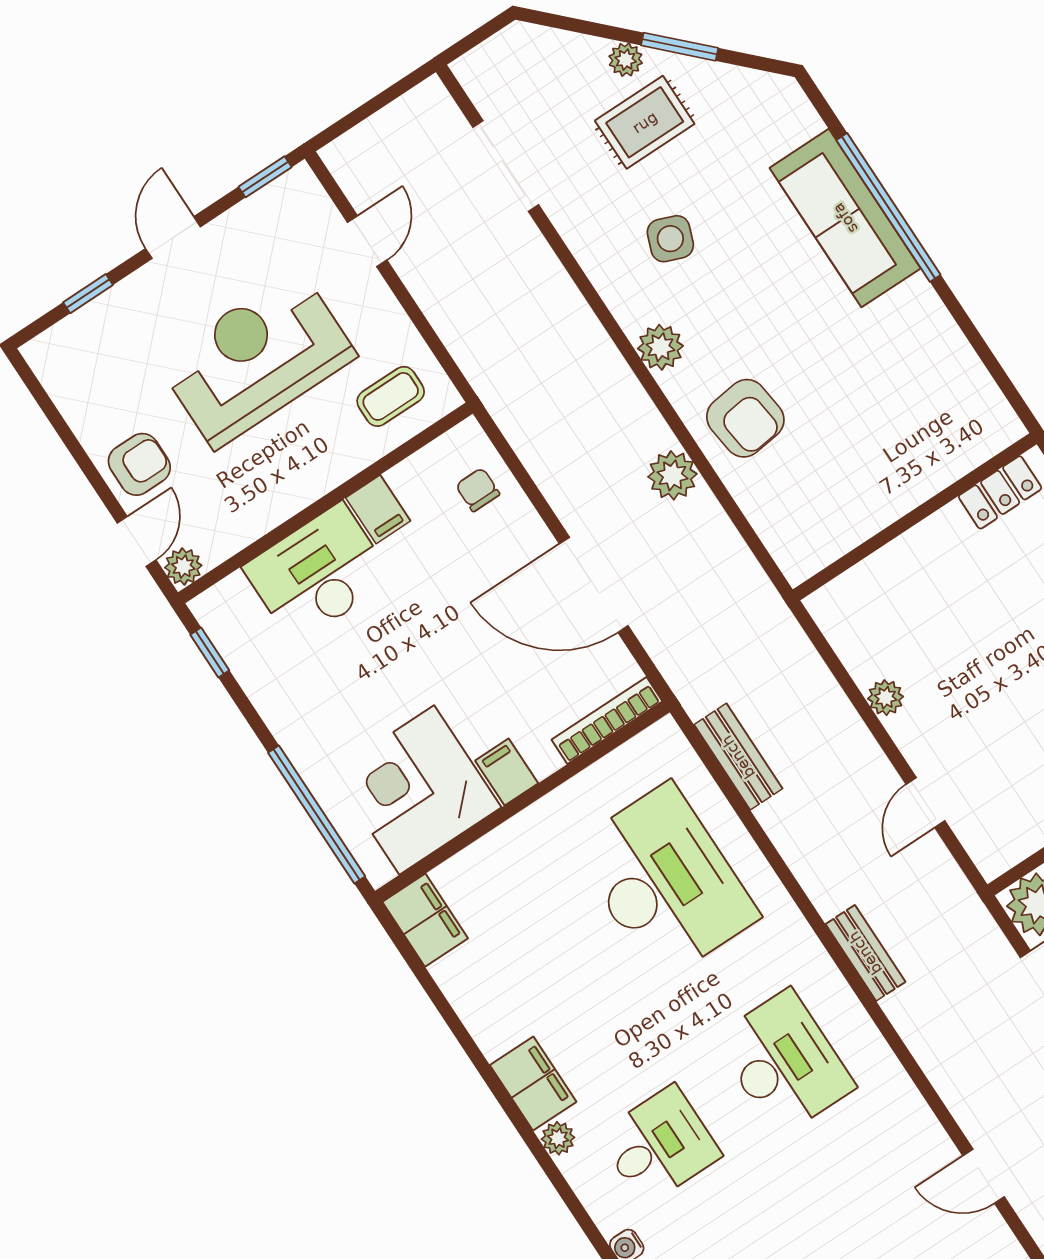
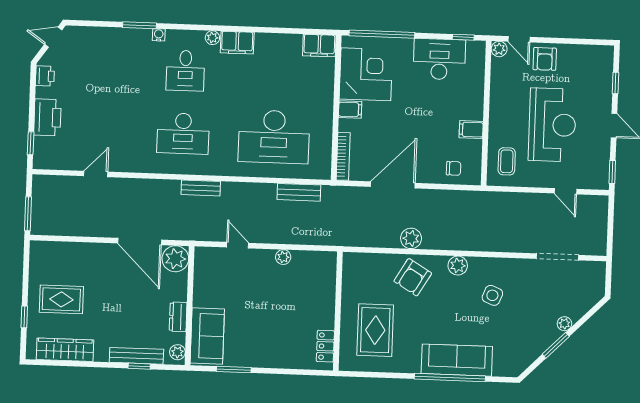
rug: (645, 122) -> (375, 330), moved, width x1.36, depth x1.43
armchair: (745, 418) -> (413, 277), turned -52
desk: (318, 573) -> (439, 59), moved, turned -90

